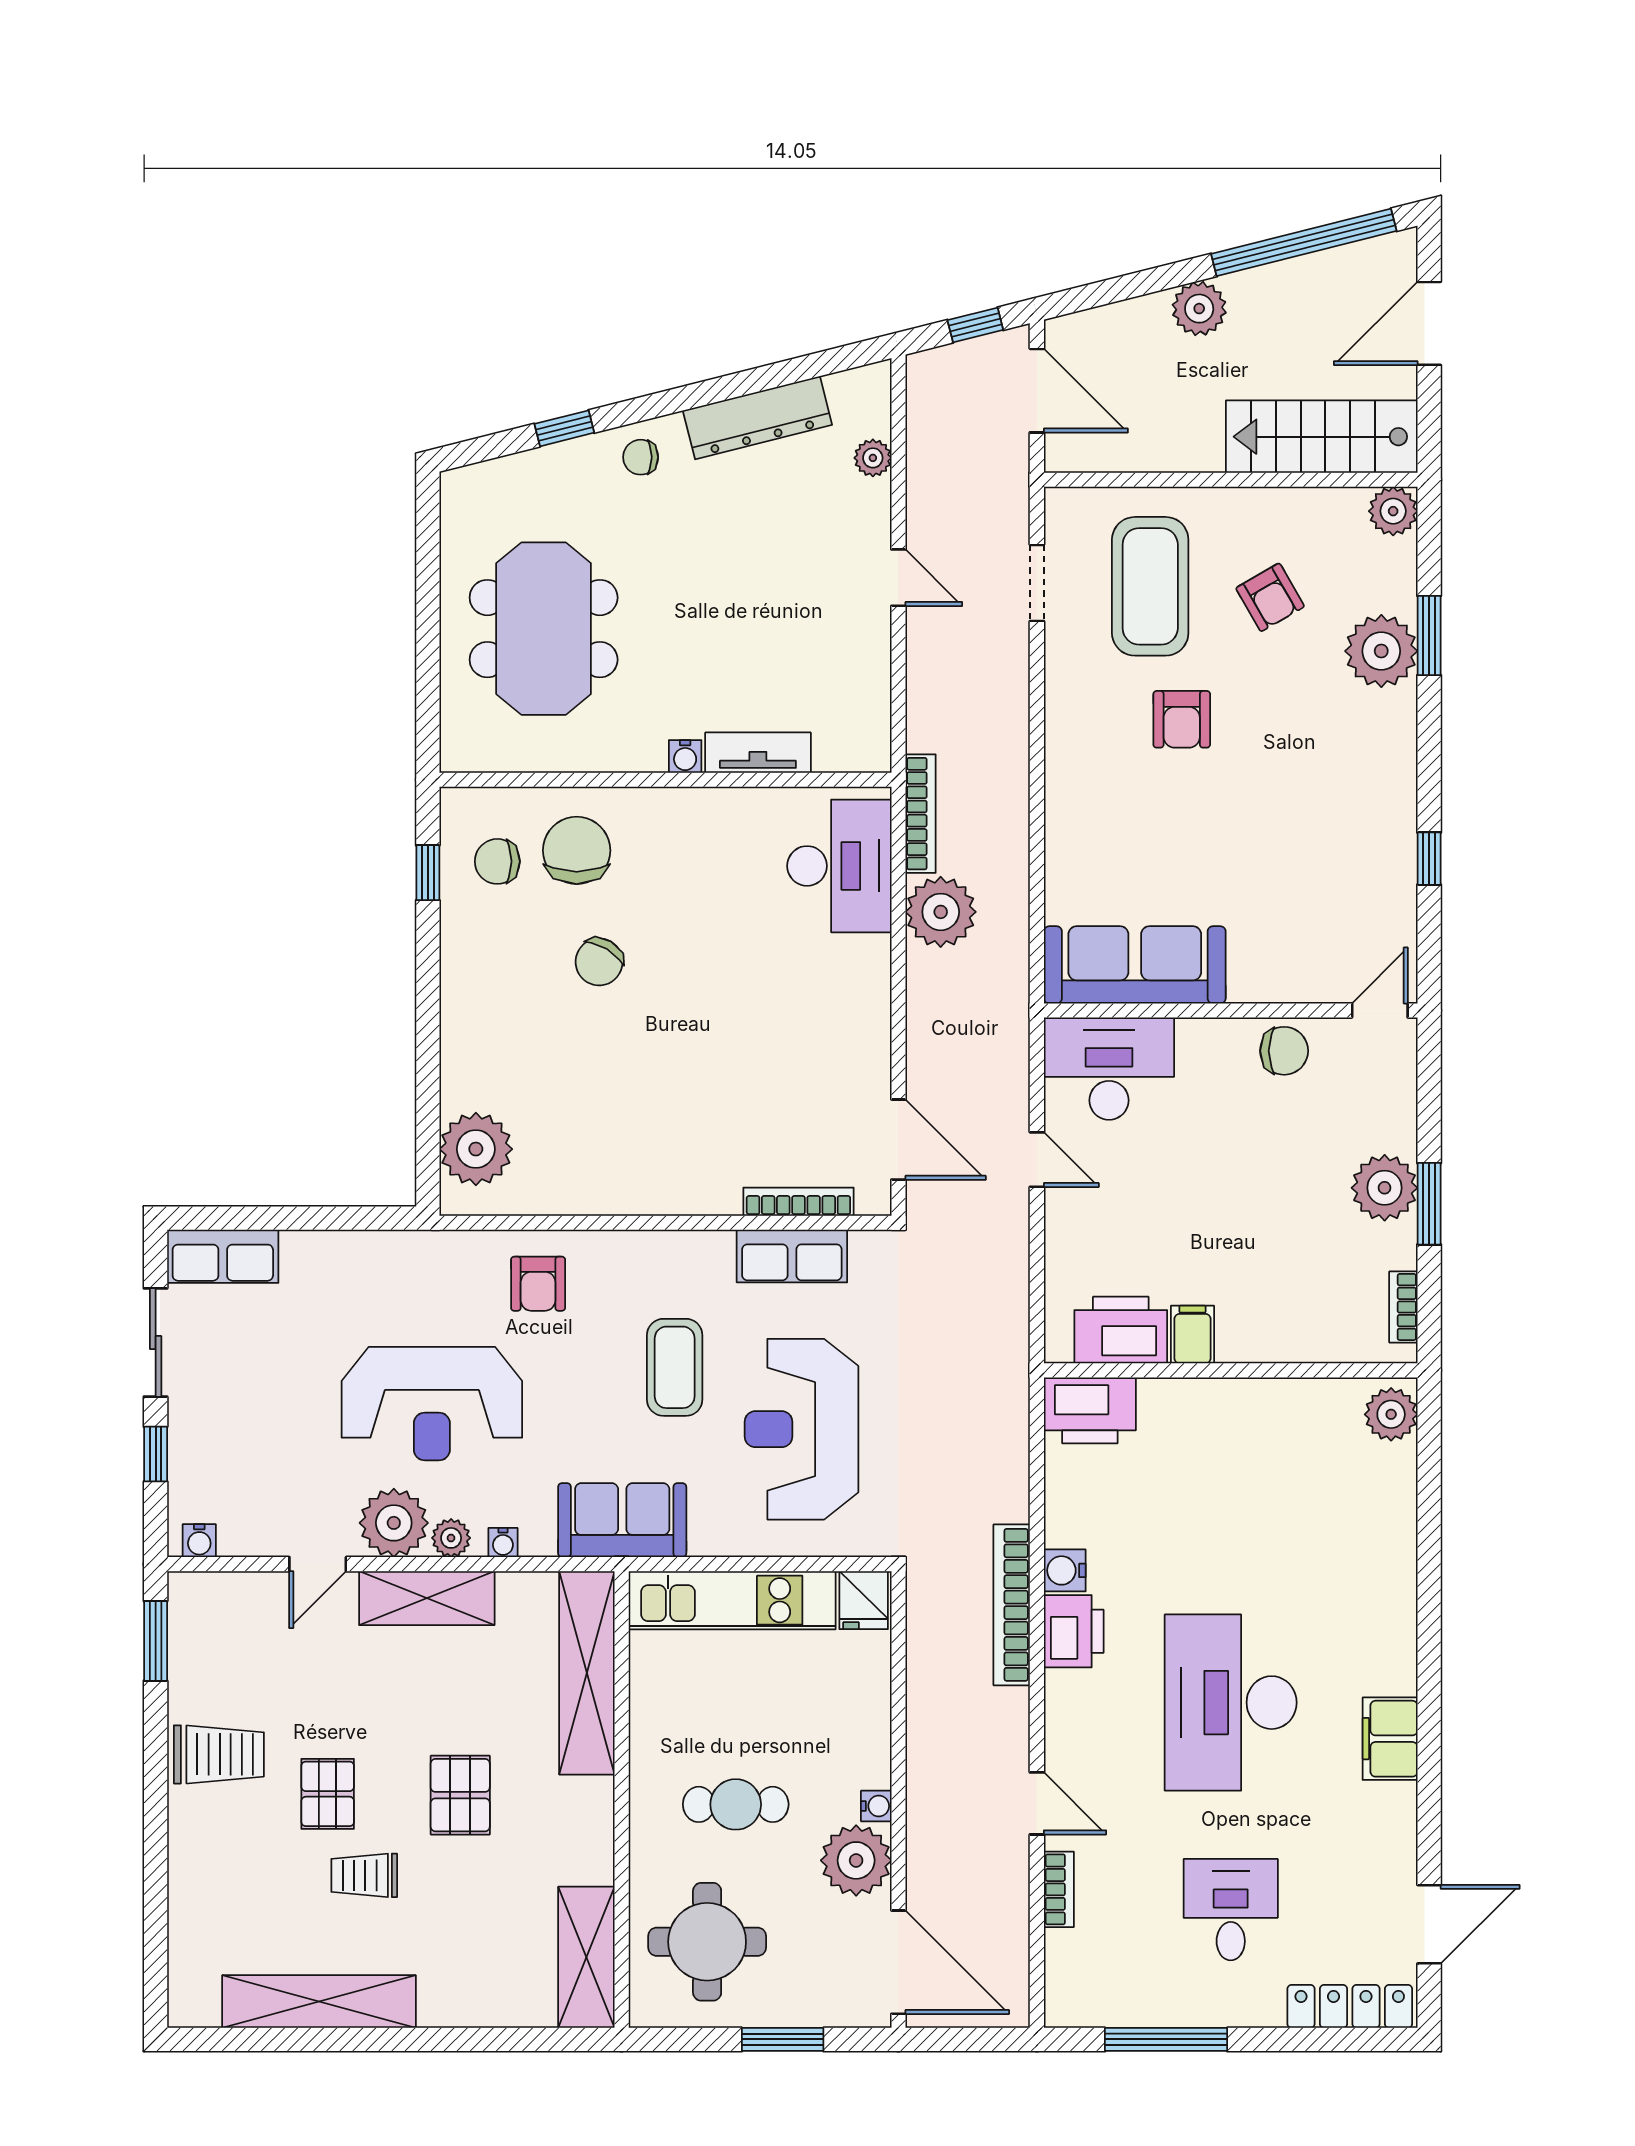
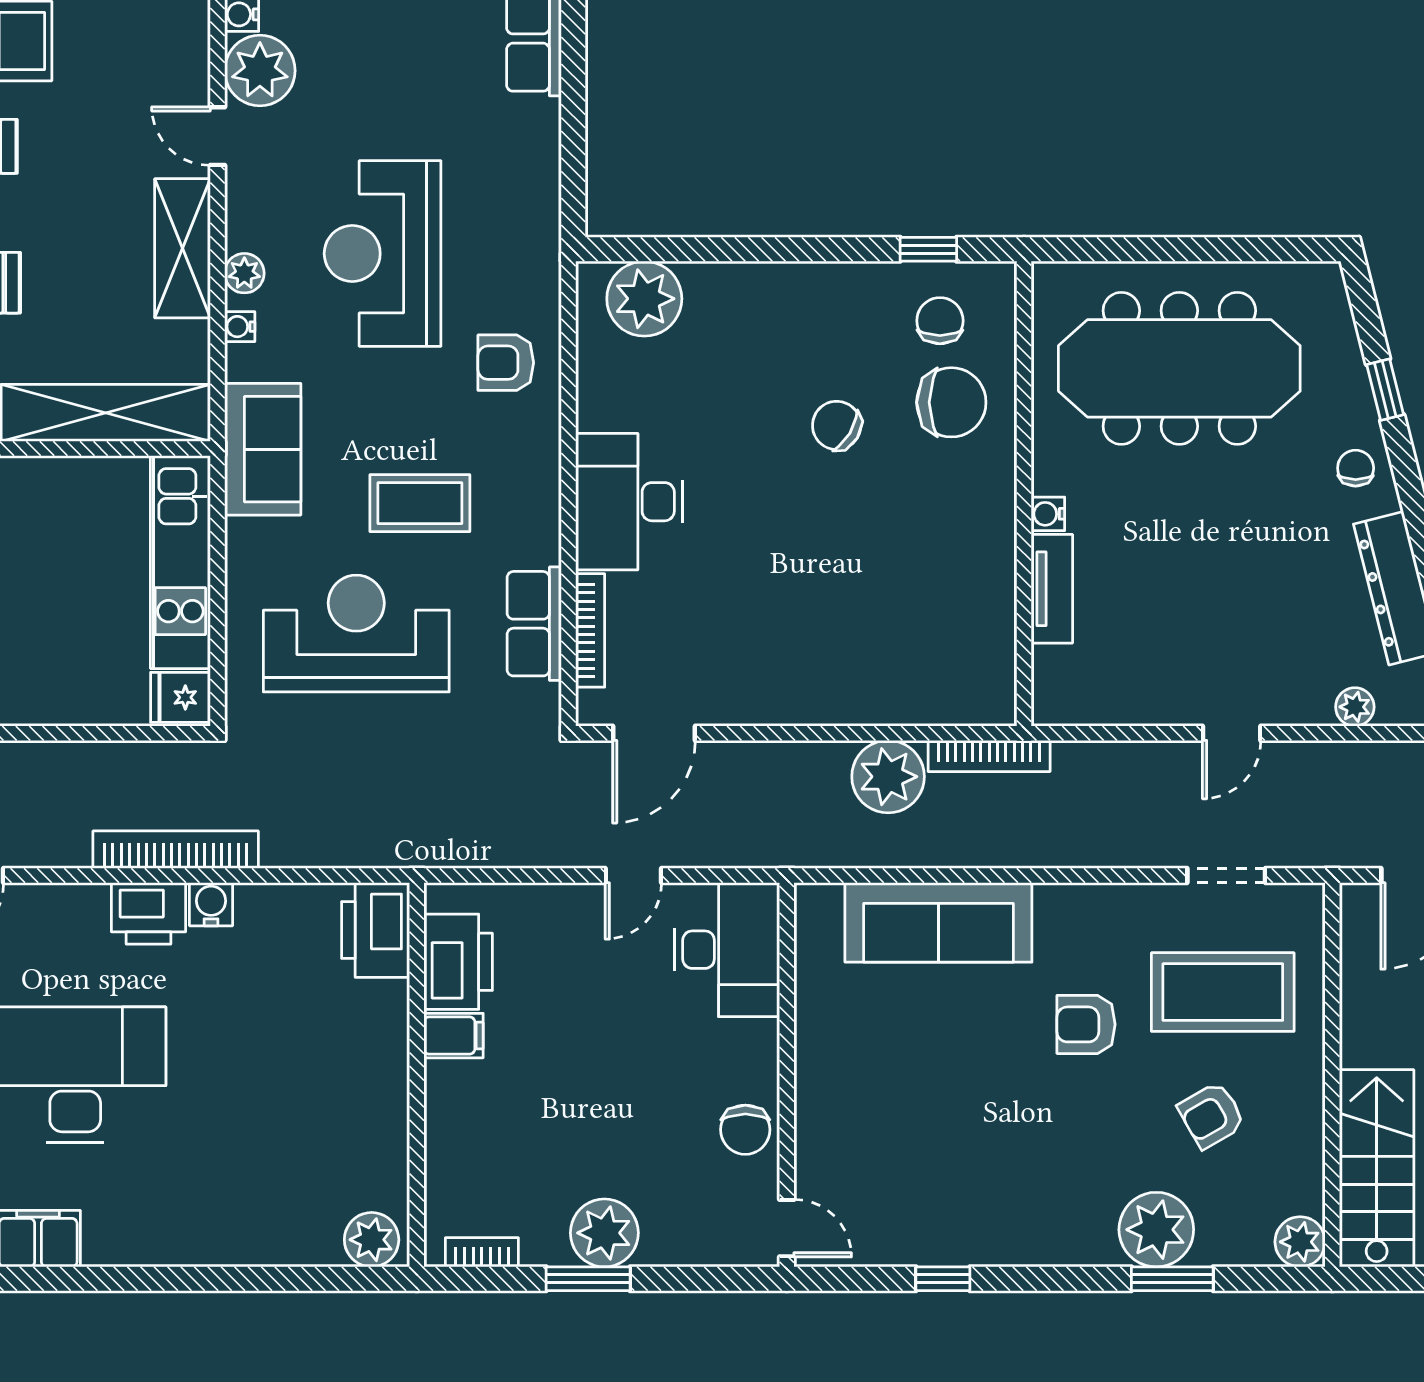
meeting table: (544, 629) -> (1179, 368), width x1.36
desk: (839, 866) -> (629, 502), moved, turned 90
sofa: (1135, 965) -> (938, 922), moved, turned 90
plant: (394, 1523) -> (260, 71), moved

